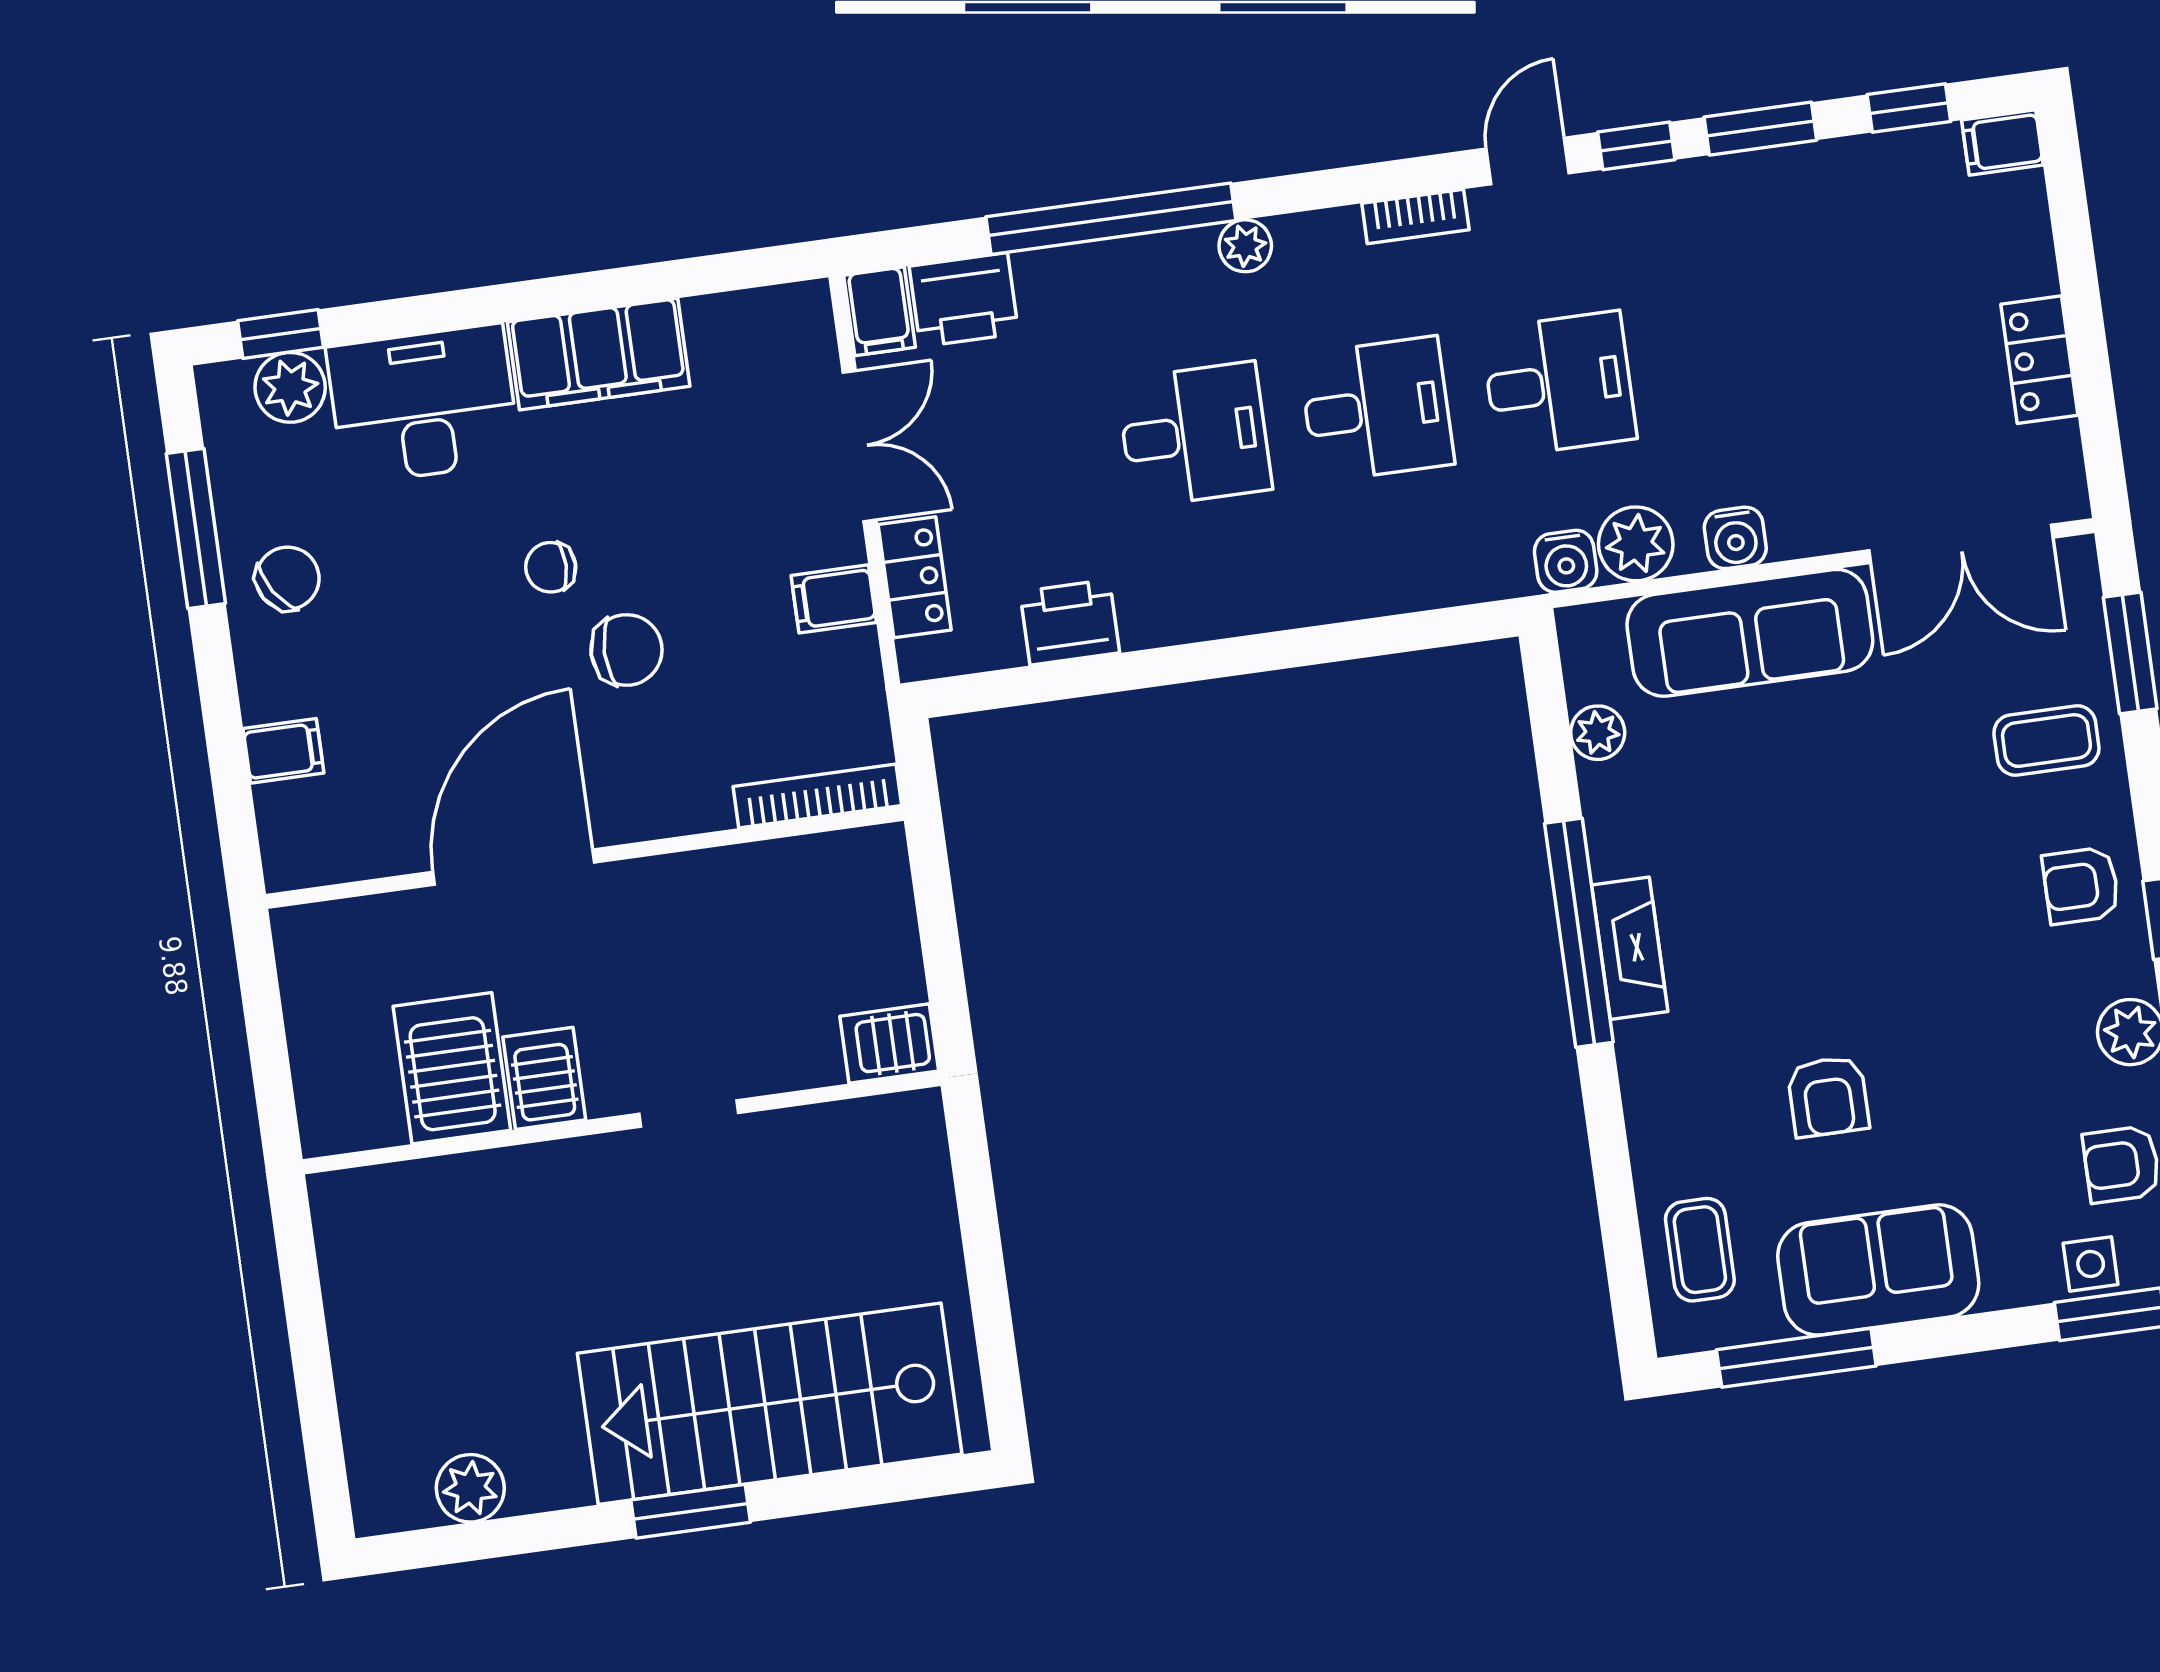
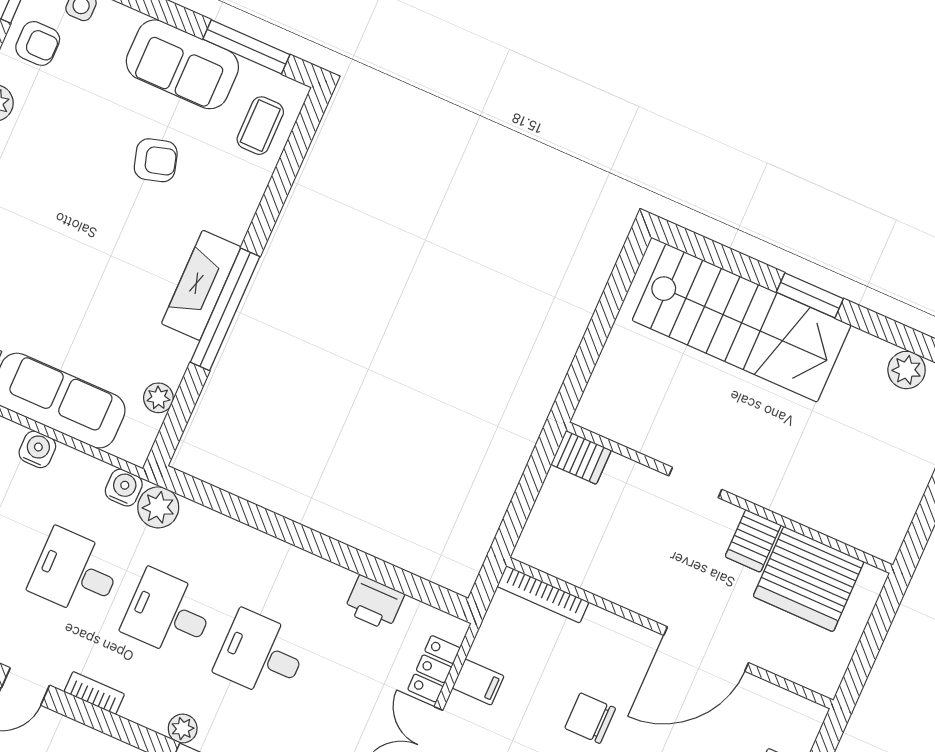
plant: (1636, 544) -> (158, 507), moved
fireplace: (1630, 948) -> (201, 285), width x1.37, depth x1.32
server rack: (452, 1068) -> (809, 579), width x1.60
armchair: (1828, 1097) -> (156, 160), turned 74

